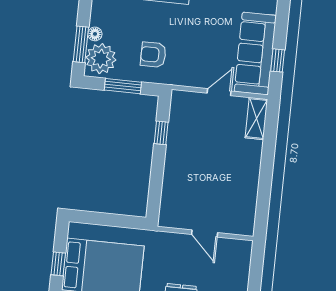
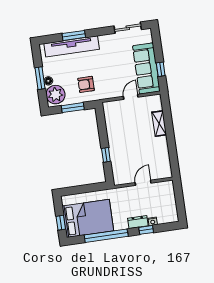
window: (81, 44) -> (40, 78), moved
shelving: (256, 119) -> (159, 124), moved
window: (161, 133) -> (106, 155), moved
door: (205, 233) -> (143, 183), swing flipped

